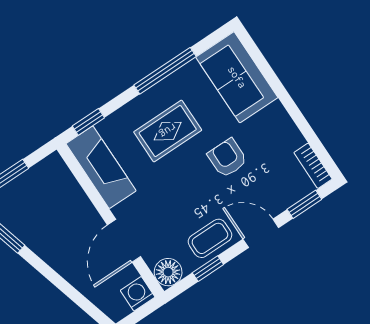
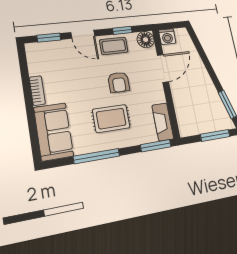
window: (88, 122) -> (156, 146), width x1.50
armchair: (227, 158) -> (119, 82), moved
bookcase: (313, 166) -> (37, 91), moved
fireplace: (101, 167) -> (163, 122), width x0.73, depth x0.76

